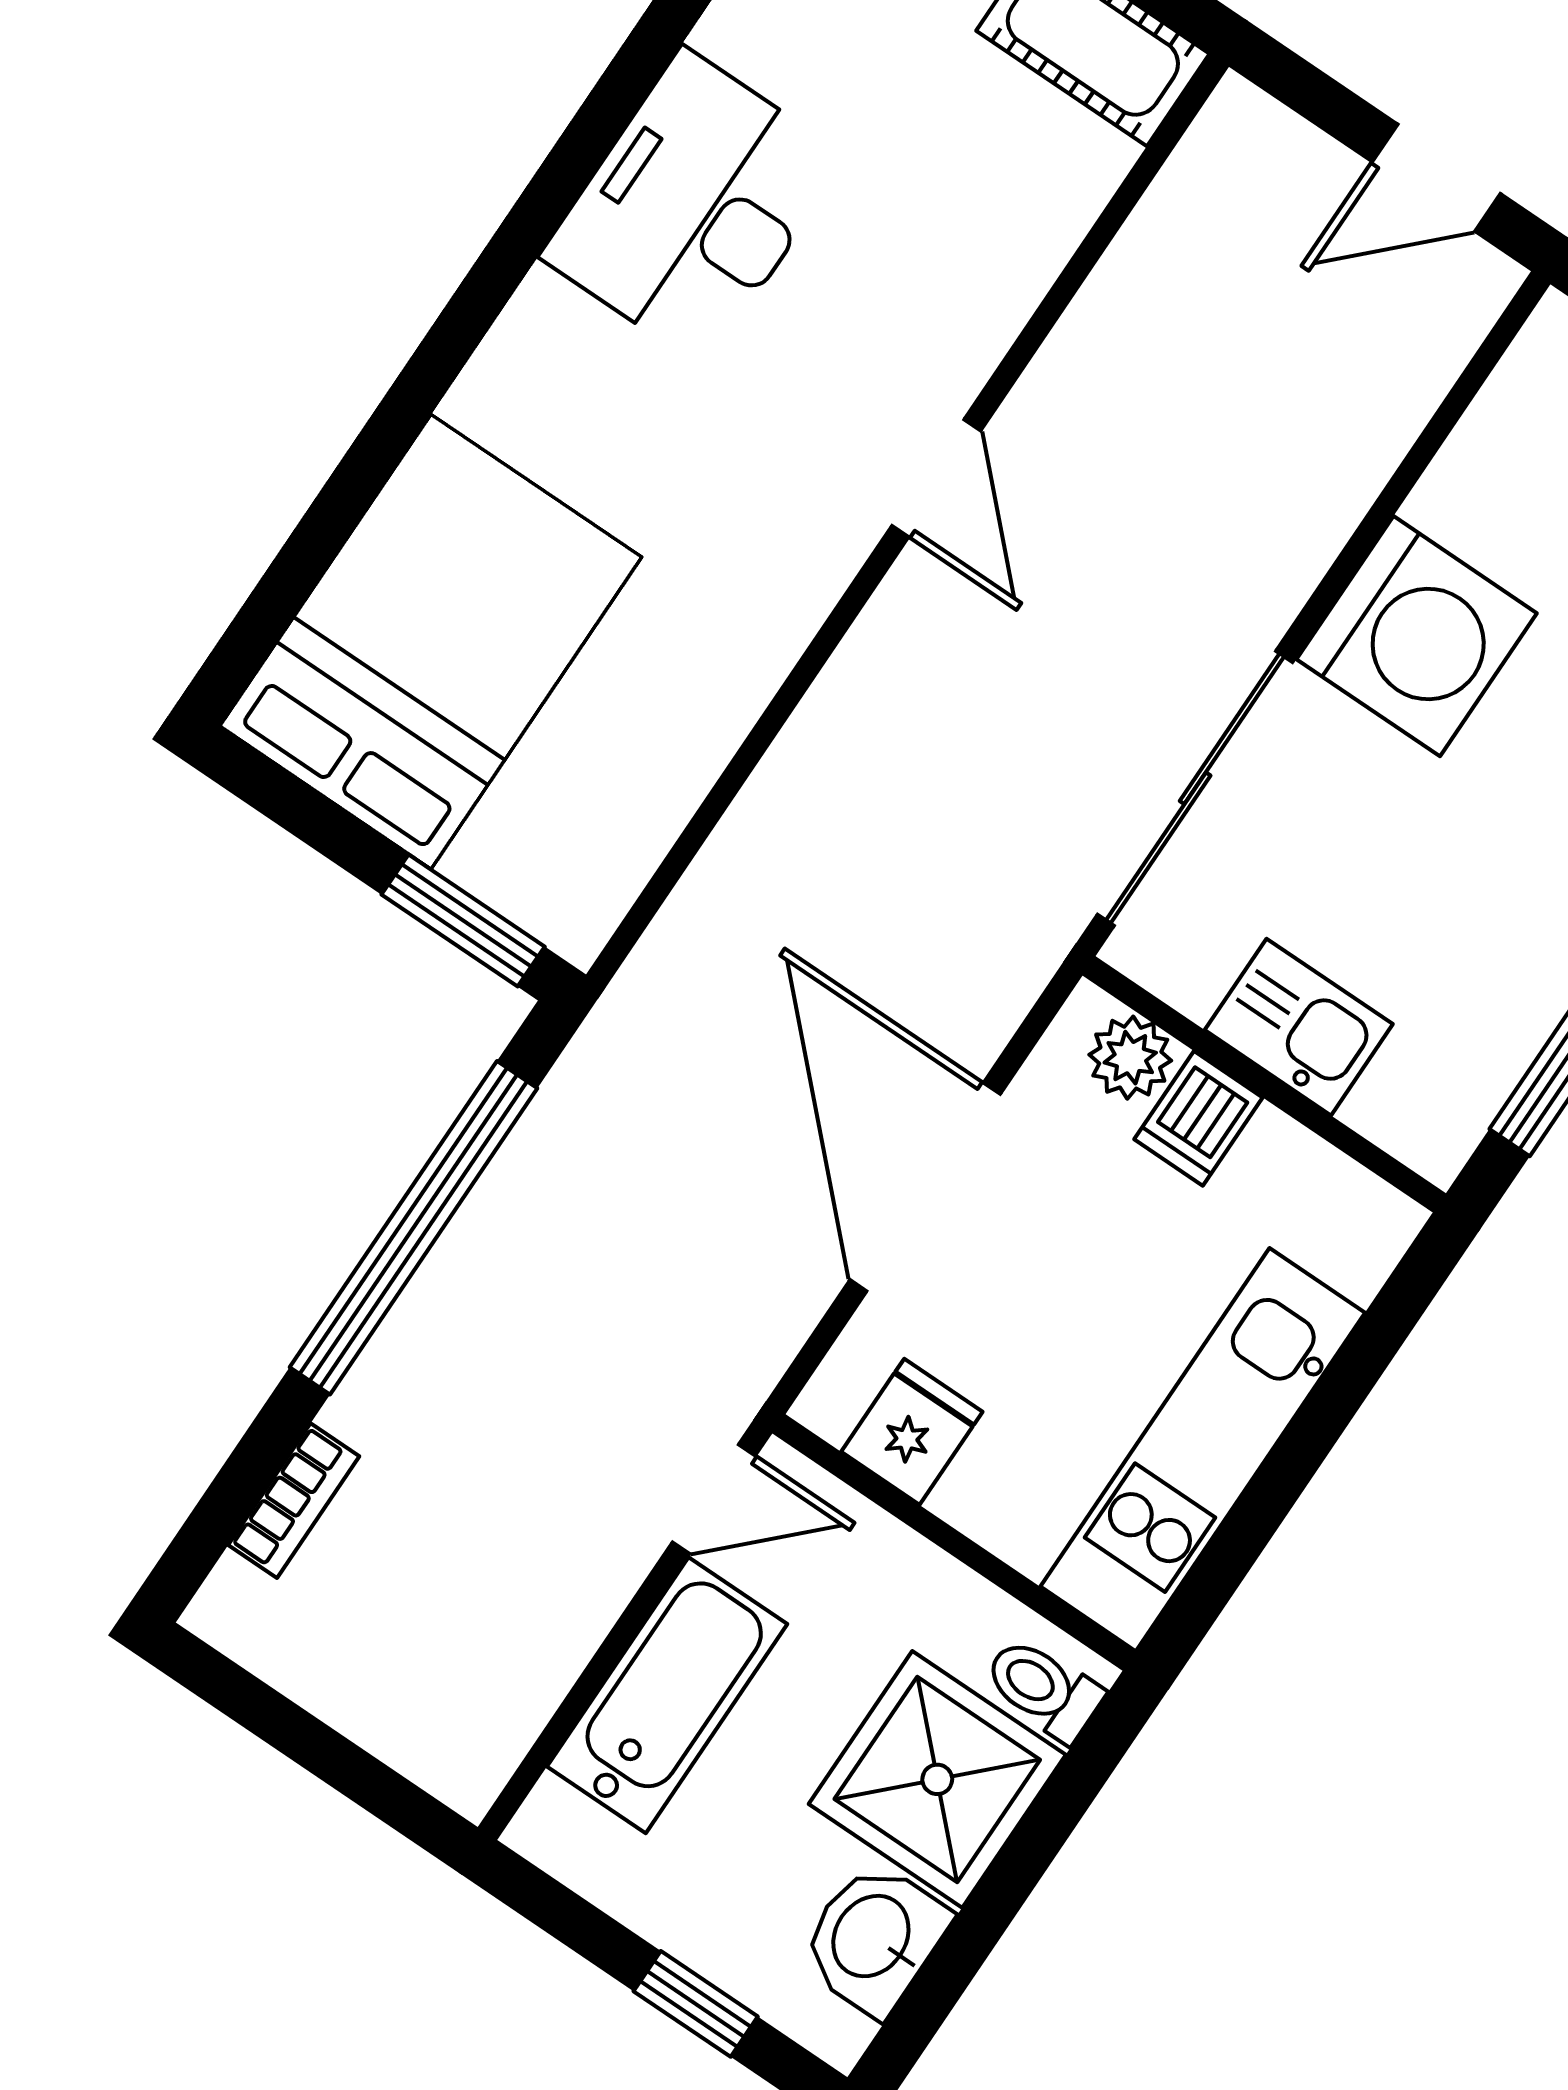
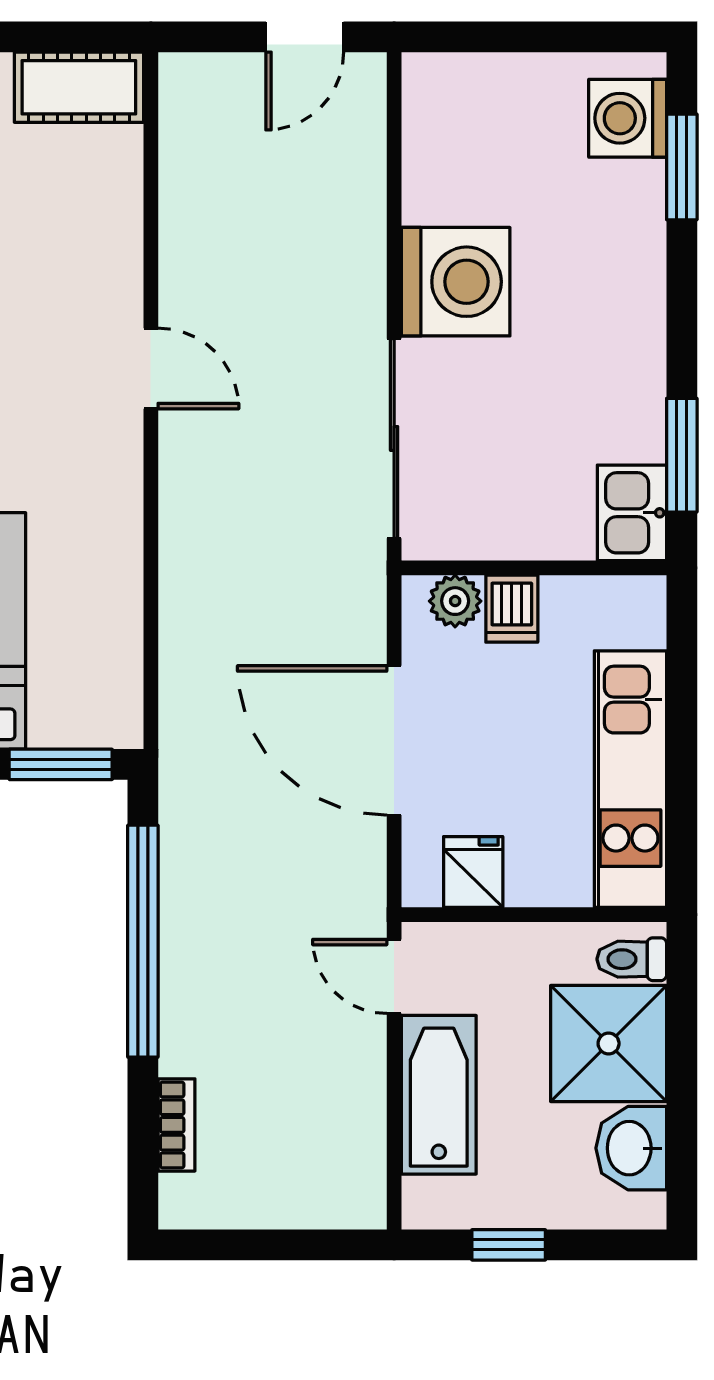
kitchen sink: (1299, 1027) -> (632, 513), moved, turned -90
door: (714, 1499) -> (394, 976), swing flipped
window: (696, 2004) -> (509, 1245), moved

